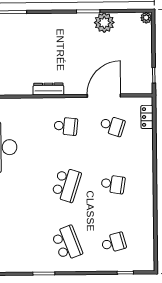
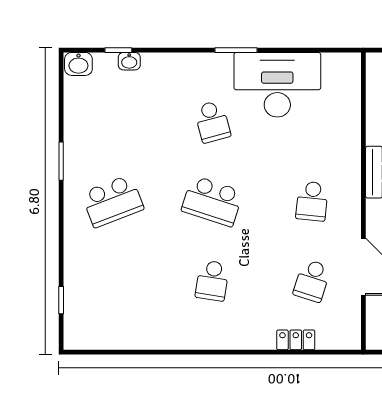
locker: (147, 117) -> (296, 340), moved
school desk: (114, 243) -> (212, 122), moved

